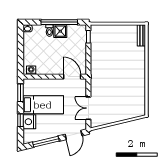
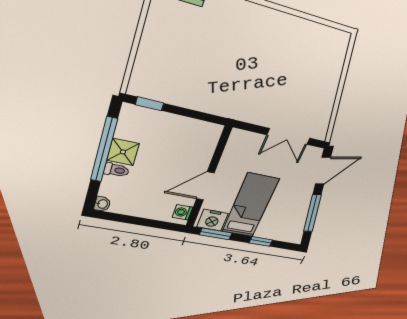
door: (72, 77) -> (205, 186), moved
nightstand: (29, 122) -> (212, 220), moved
door: (74, 135) -> (323, 171), hinge flipped

